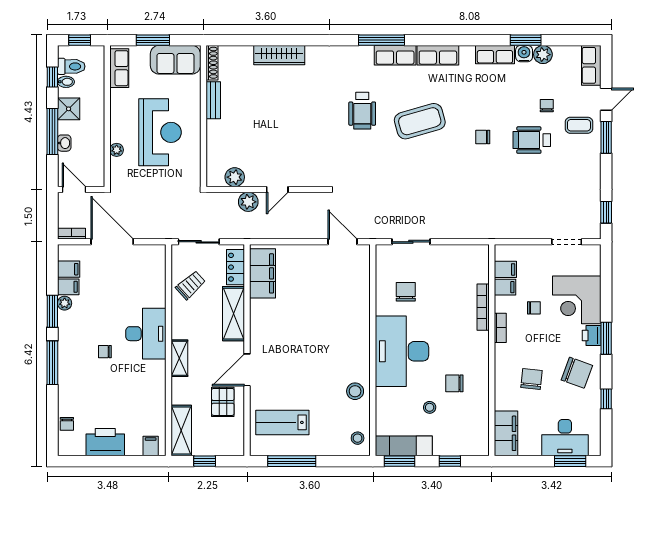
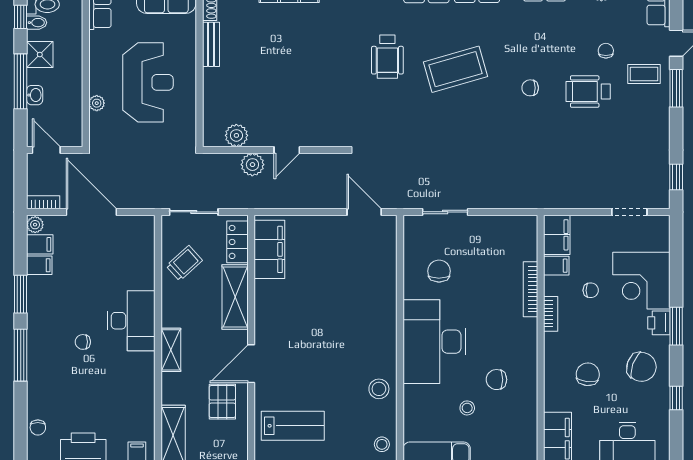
filing cabinet: (505, 269) -> (557, 235), width x2.00
plant: (65, 303) -> (35, 225), moved
lab bench: (282, 422) -> (293, 426), turned 180

